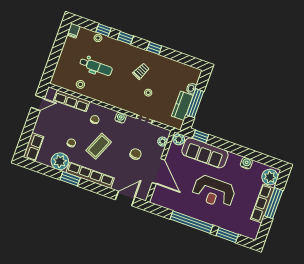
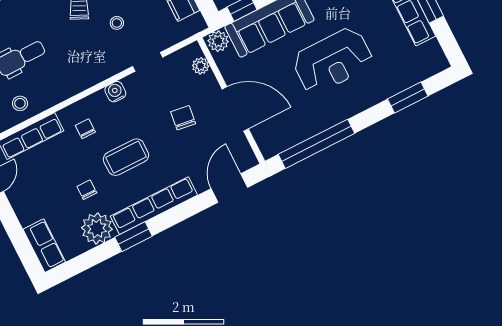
coffee table: (99, 146) -> (126, 157), turned 67
window: (191, 222) -> (317, 144), moved

